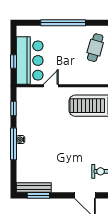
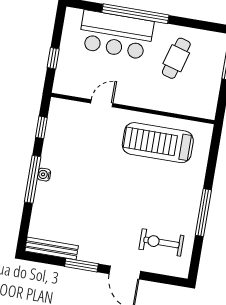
bar counter: (30, 60) -> (116, 35), moved, turned 90
window: (38, 195) -> (81, 265), moved

